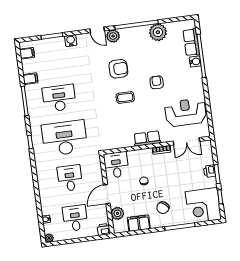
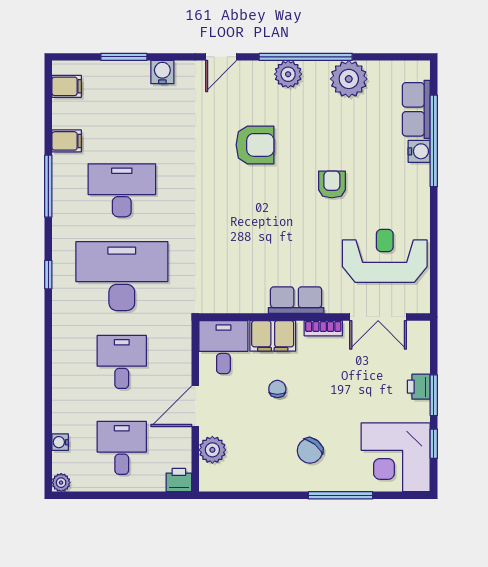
door: (97, 30) -> (221, 57), hinge flipped
plant: (113, 36) -> (288, 74), moved
coffee table: (125, 98) -> (261, 208), removed
filing cabinet: (139, 223) -> (273, 336), moved, turned 180

